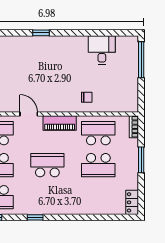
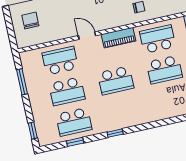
school desk: (47, 165) -> (116, 81), turned 180

